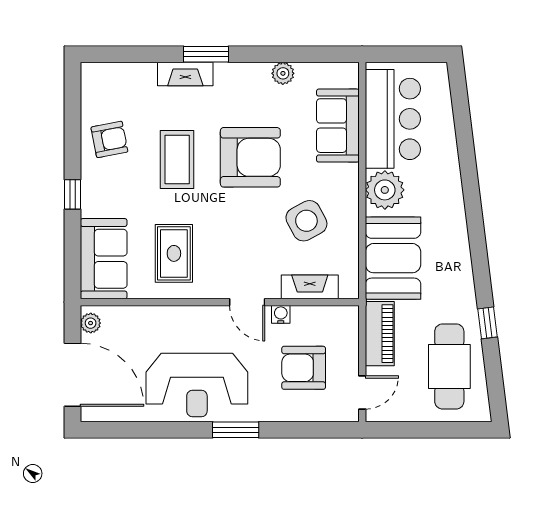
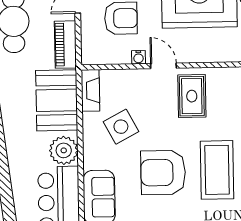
coffee table: (177, 159) -> (217, 170), width x1.36, depth x1.32
rug: (174, 253) -> (192, 96), moved
fireplace: (310, 287) -> (90, 90), moved, turned -90

